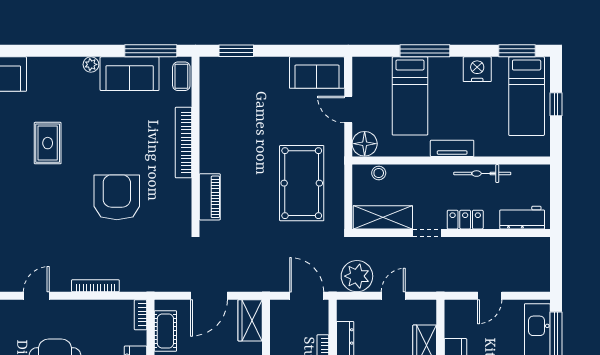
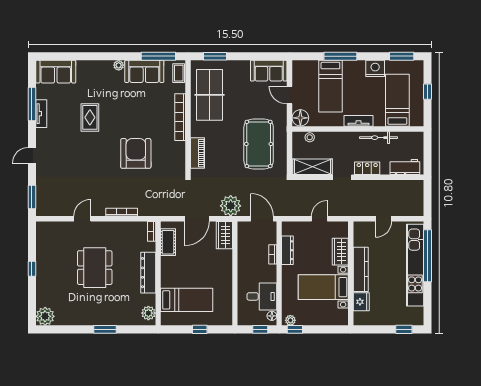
bed: (527, 96) -> (397, 100), moved, turned 180
table tennis table: (228, 109) -> (209, 95), added
plant: (357, 276) -> (231, 206), moved

